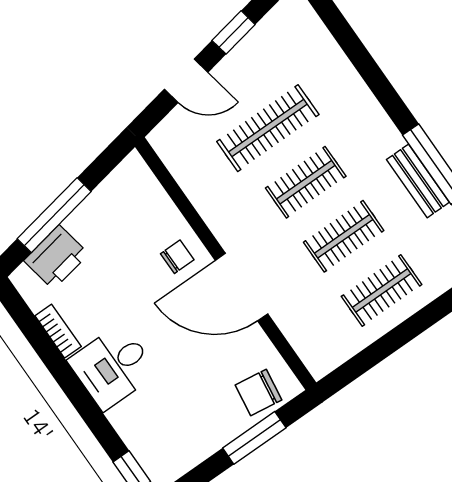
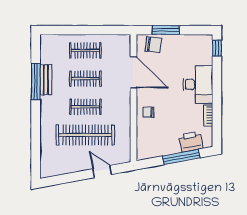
window: (234, 32) -> (74, 177), removed
clothes rail: (268, 128) -> (85, 135), width x1.37, depth x1.31
door: (241, 287) -> (133, 72), moved
desk: (113, 367) -> (198, 84), width x1.37

